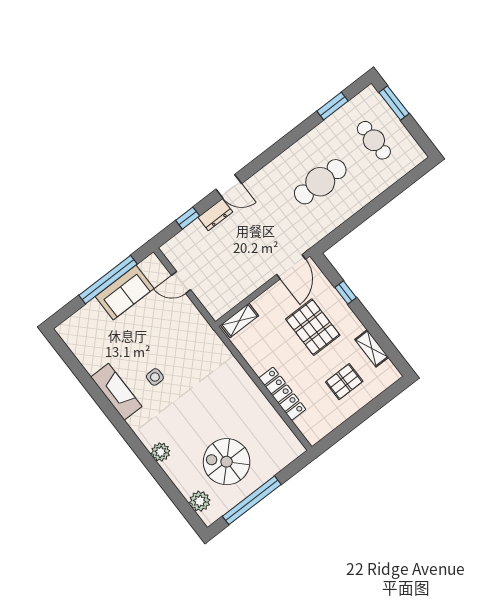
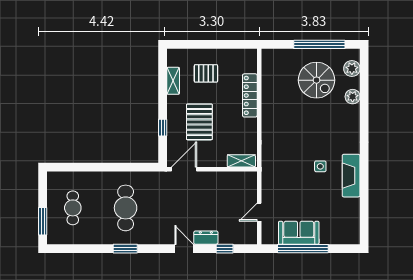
window: (333, 106) -> (125, 249), moved
cafe table: (320, 182) -> (126, 208), turned 90
door: (181, 283) -> (259, 212), swing flipped
plant: (161, 452) -> (353, 97), moved

